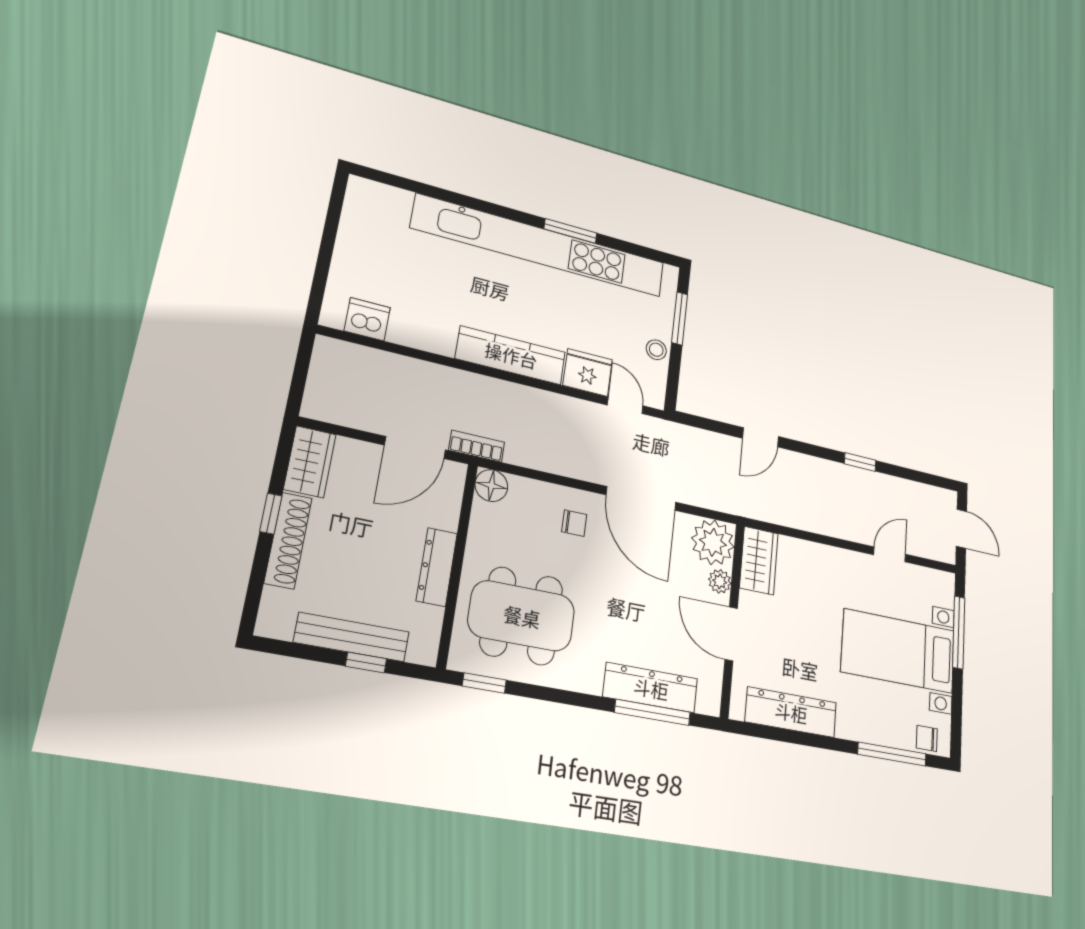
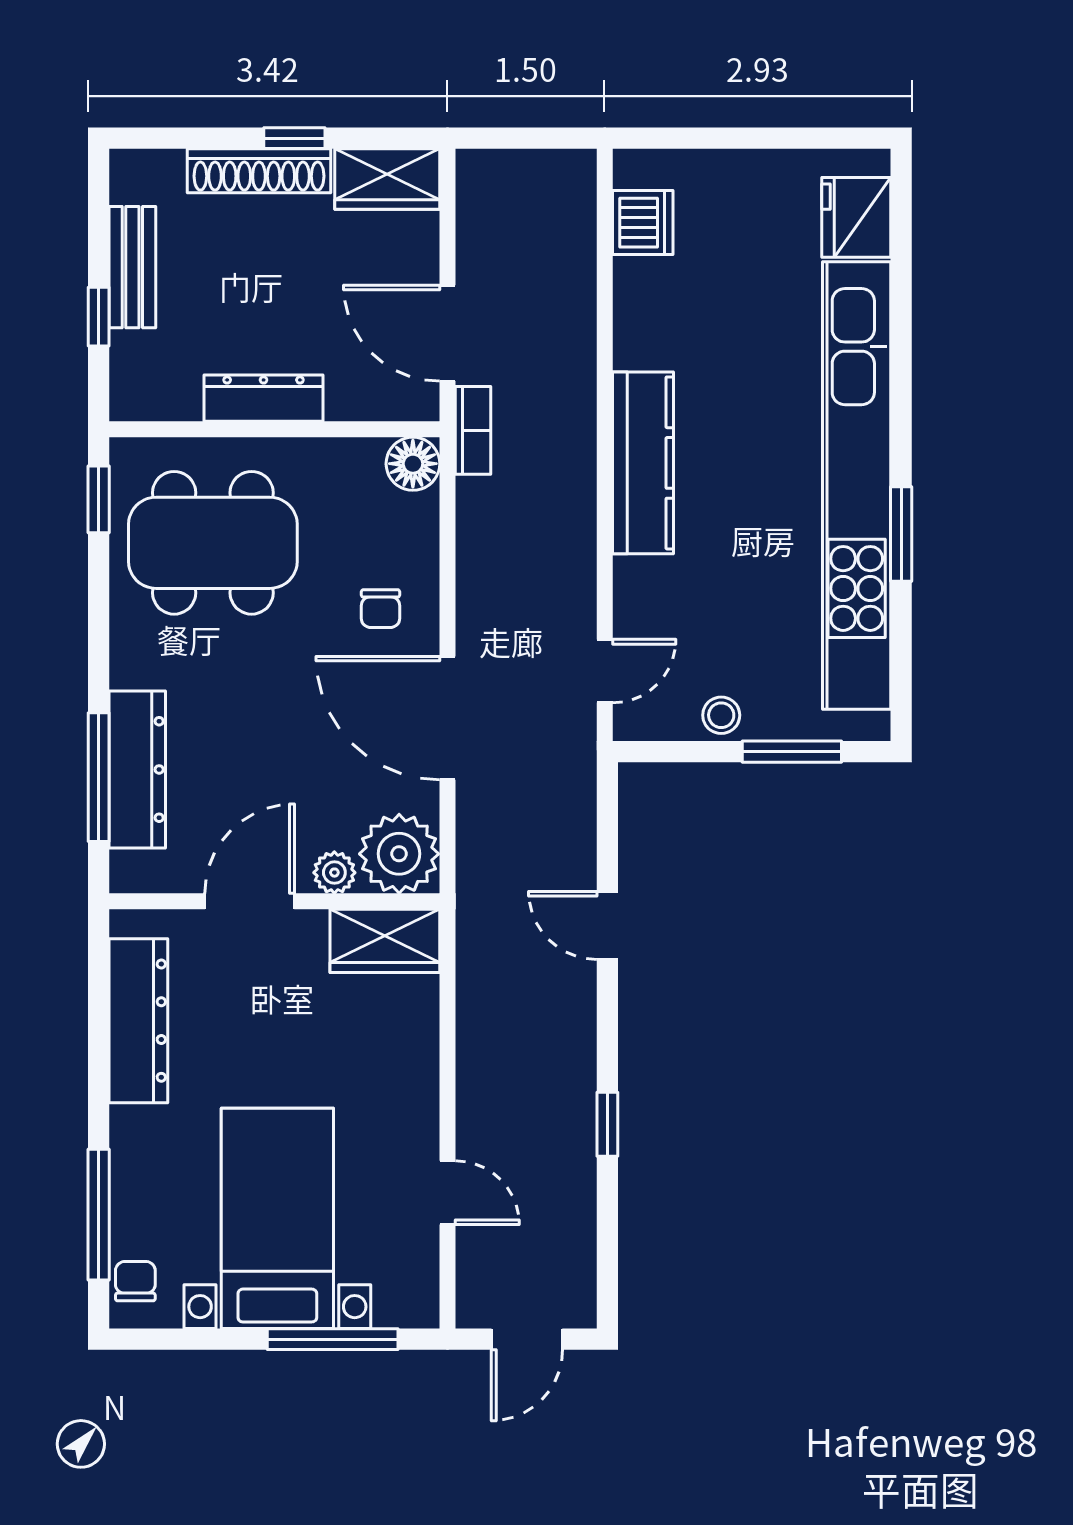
fridge: (588, 372) -> (856, 217), moved, turned 180
door: (641, 498) -> (447, 718), hinge flipped
dining table: (522, 616) -> (213, 543), turned 90
bench: (352, 637) -> (132, 267), width x0.73

